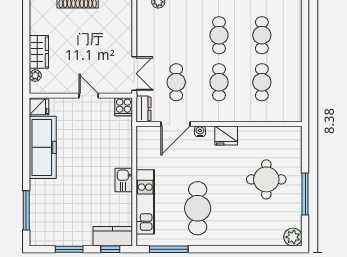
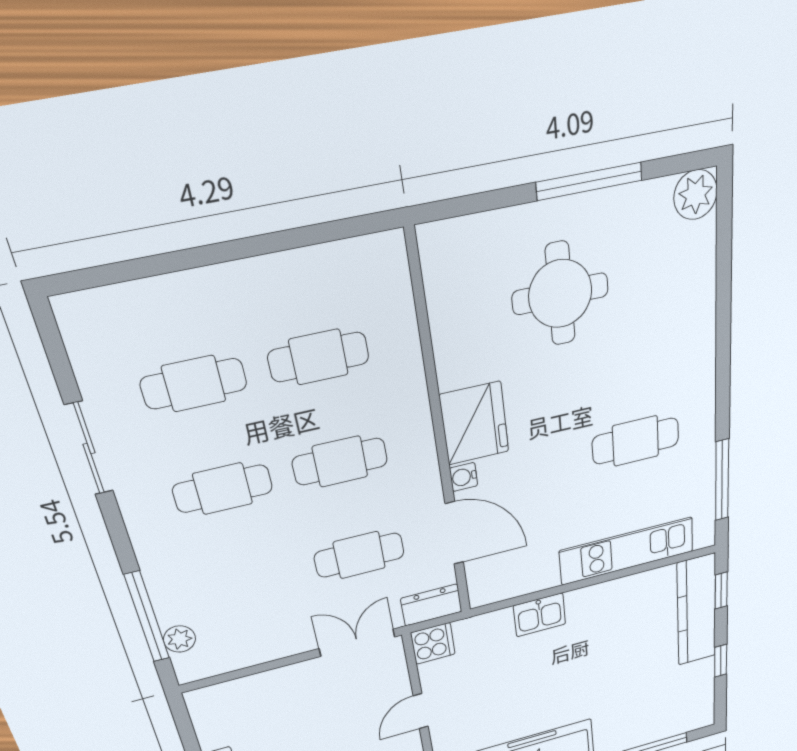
fridge: (226, 135) -> (474, 423), width x1.36, depth x1.34
kitchen sink: (124, 180) -> (540, 615), moved
cafe table: (198, 208) -> (636, 441), width x0.73, depth x0.74
kitchen counter: (113, 236) -> (697, 610), width x1.50
window: (69, 249) -> (721, 661), width x0.67

